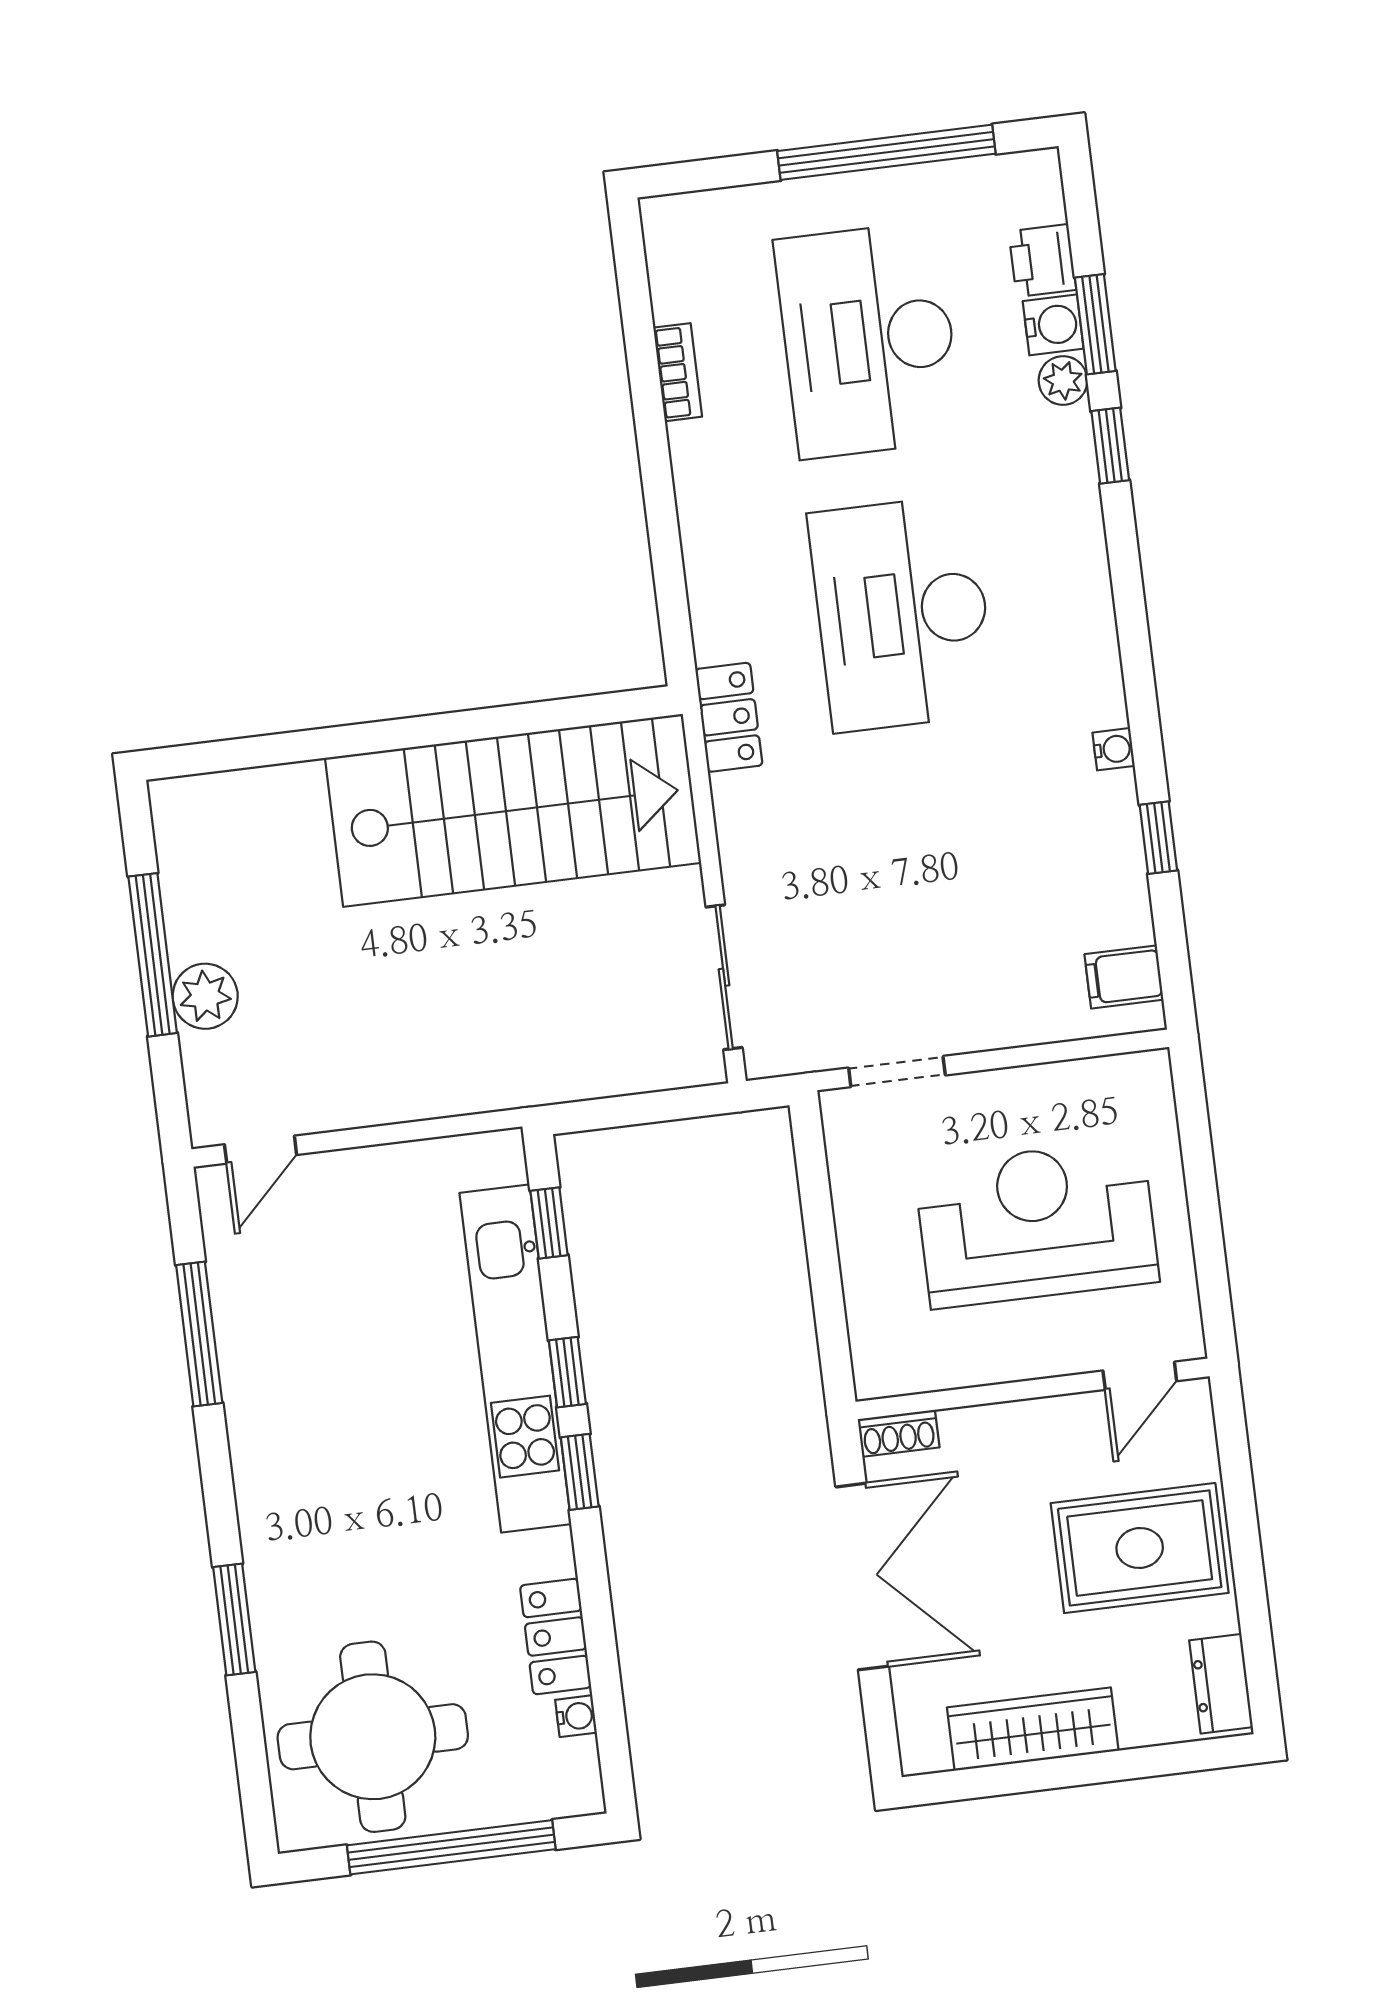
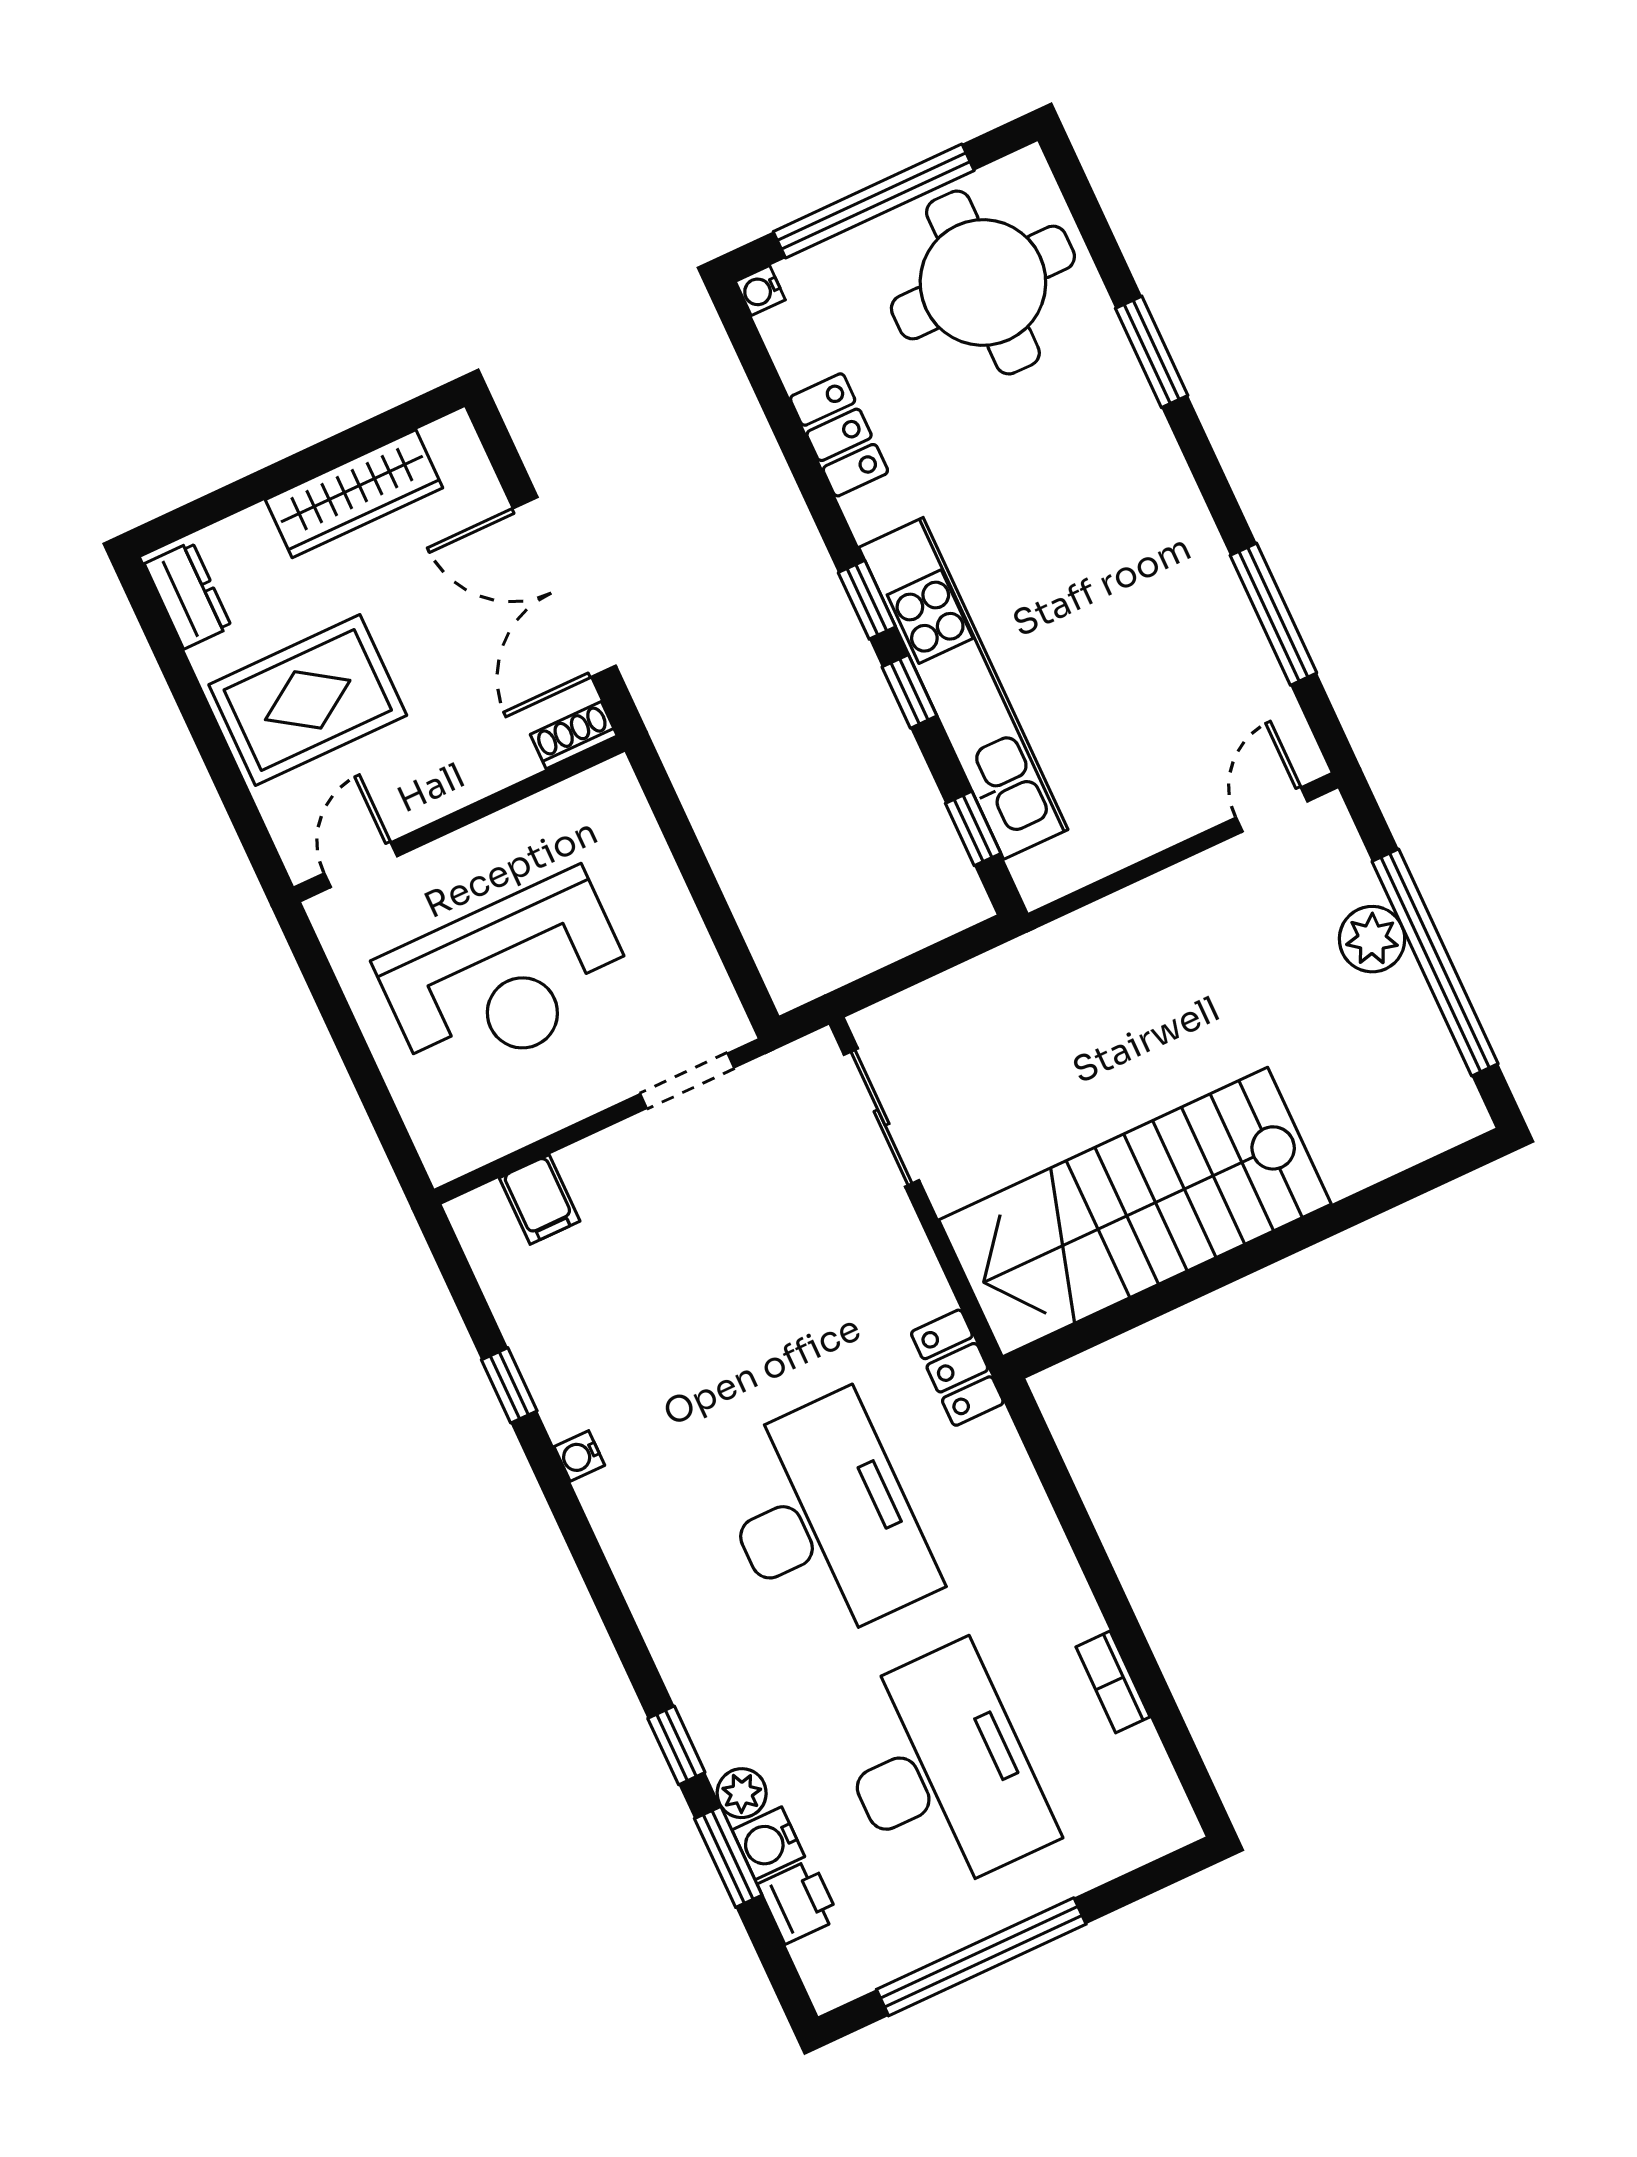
window: (153, 955) -> (1435, 962), width x1.46
filing cabinet: (1124, 977) -> (540, 1199), moved, turned 90
water cooler: (576, 1716) -> (760, 291), moved

